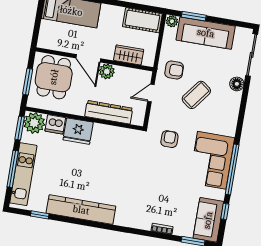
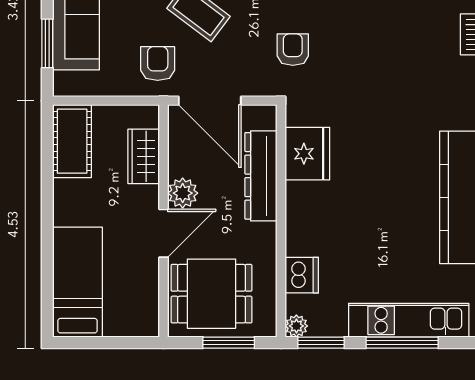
plant: (172, 21) -> (64, 84), removed
door: (151, 93) -> (210, 101), width x1.88
plant: (34, 123) -> (296, 326), width x0.53, depth x0.53
fridge: (78, 131) -> (307, 154), moved
armchair: (169, 139) -> (293, 50), turned 90

